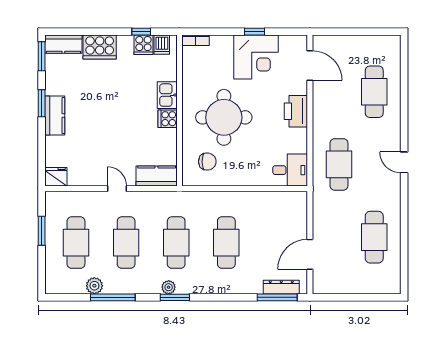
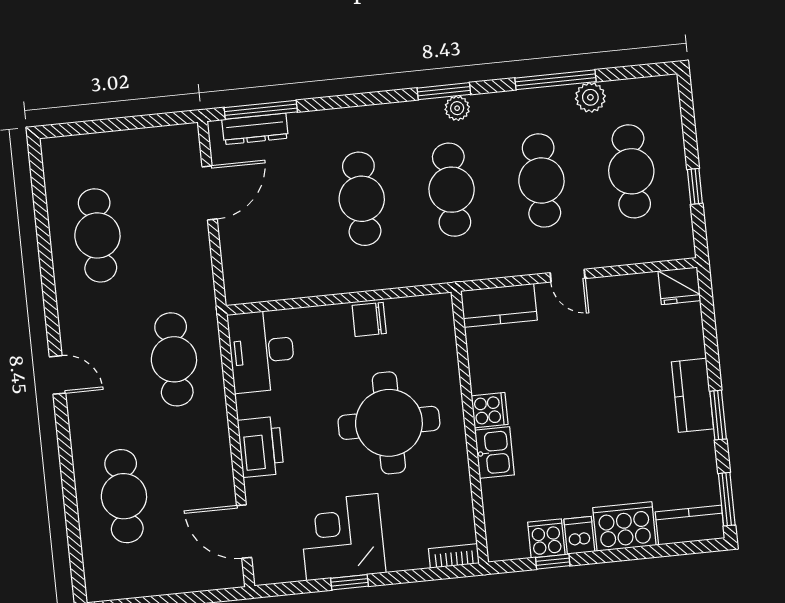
dishwasher: (162, 45) -> (579, 535), moved
chair: (207, 162) -> (369, 319), moved
desk: (290, 170) -> (262, 351), width x1.37
window: (42, 231) -> (695, 186), width x0.67

